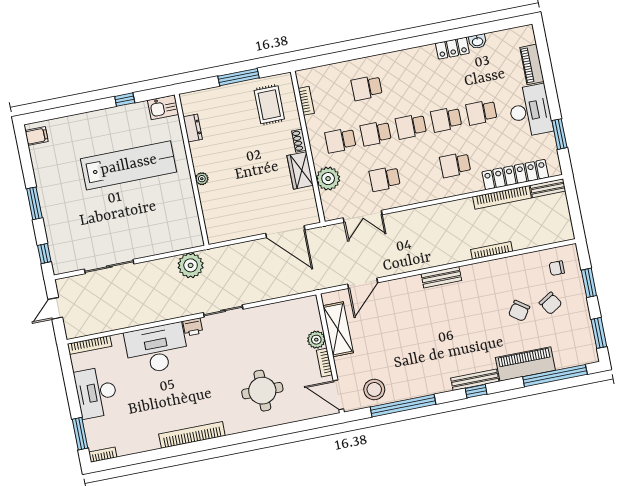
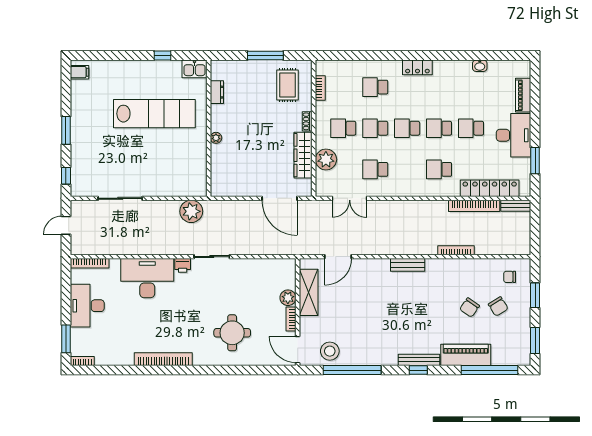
locker: (452, 48) -> (417, 67), moved
wardrobe: (300, 170) -> (303, 155), width x1.50

